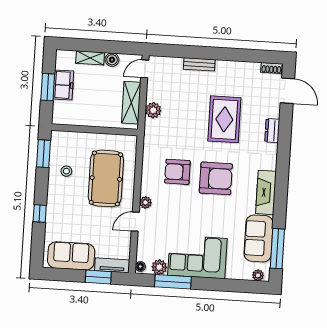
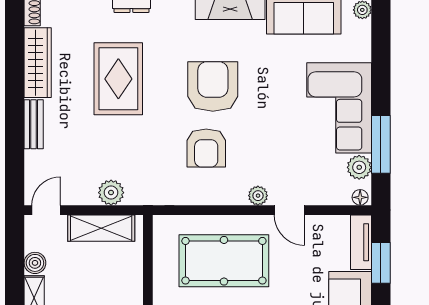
door: (145, 69) -> (46, 210), swing flipped
wardrobe: (238, 69) -> (38, 63), added
rug: (224, 119) -> (118, 79), turned 90

